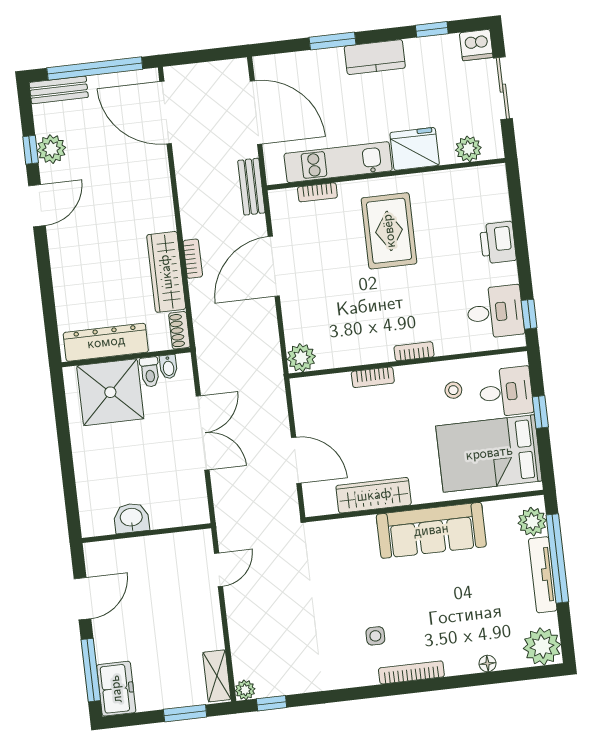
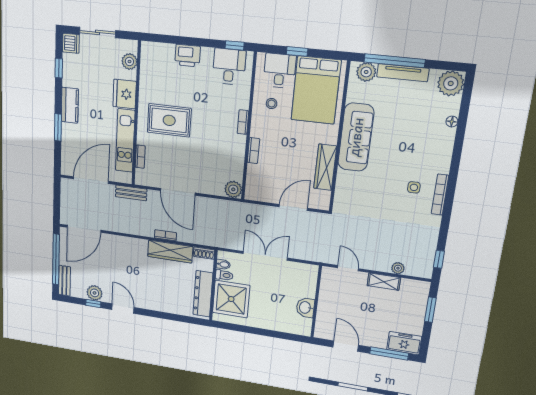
bookcase: (411, 672) -> (440, 195), moved
shelving: (217, 676) -> (384, 282), moved
plant: (245, 690) -> (398, 268), moved

